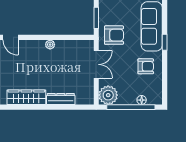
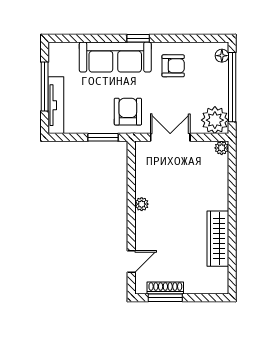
armchair: (146, 66) -> (173, 66), turned 90
dresser: (61, 99) -> (220, 189), removed
plant: (89, 100) -> (222, 148), added
floor lamp: (142, 100) -> (222, 56), moved

